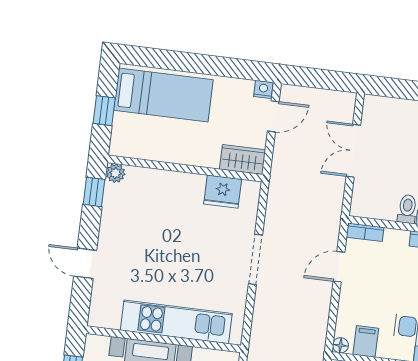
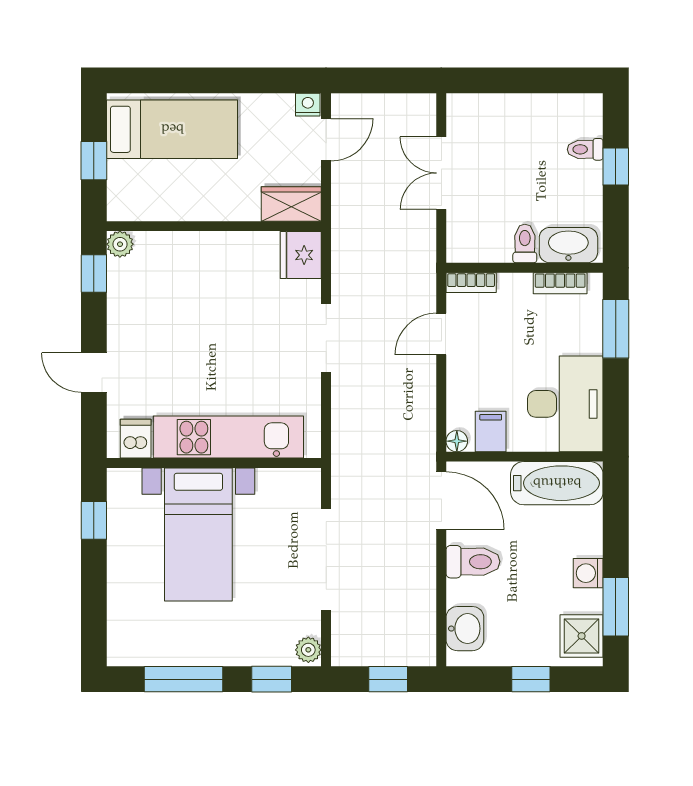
fridge: (223, 192) -> (301, 255), moved, turned 90
dishwasher: (109, 315) -> (136, 439), added

